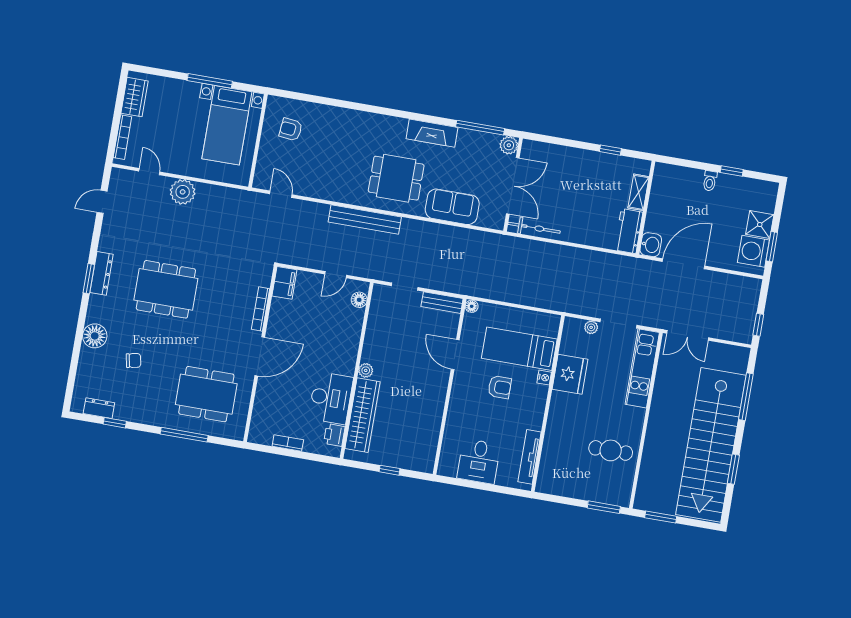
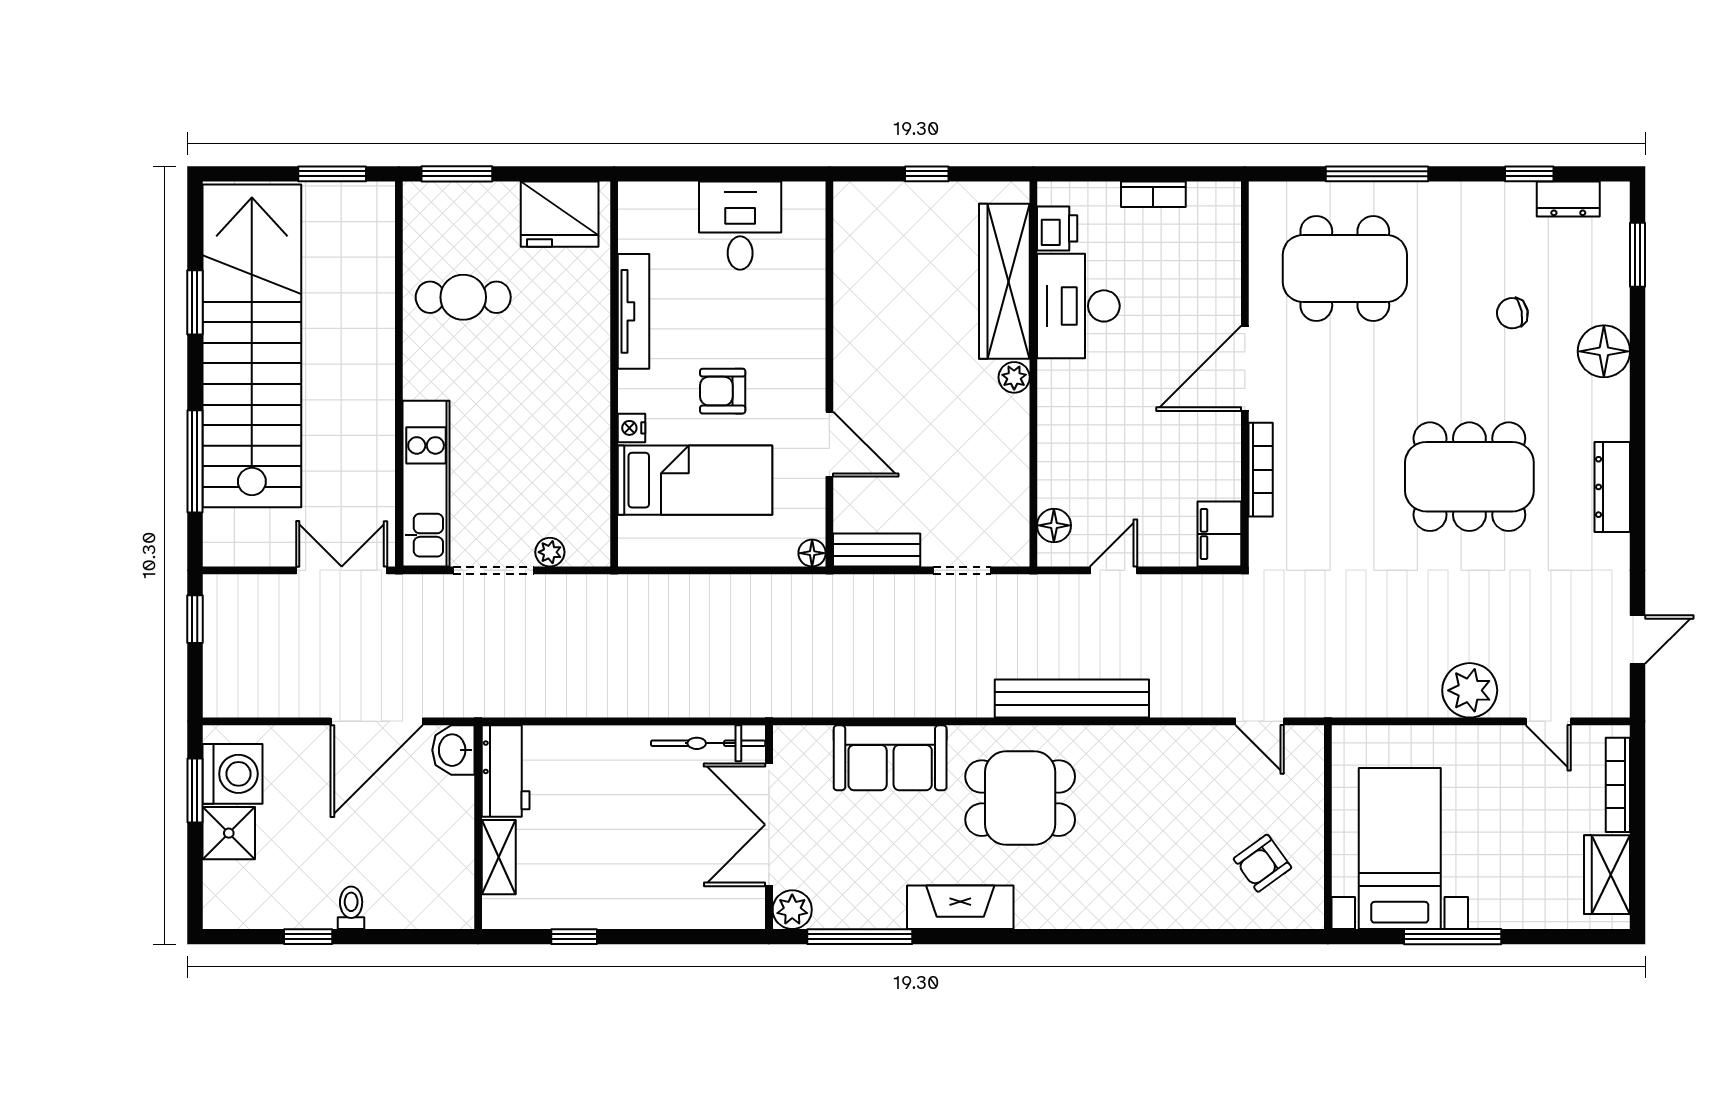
armchair: (291, 129) -> (1263, 863), turned 138
window: (89, 279) -> (1638, 255), moved
fridge: (570, 374) -> (560, 214), moved, turned -90
tv unit: (529, 457) -> (634, 311), moved

